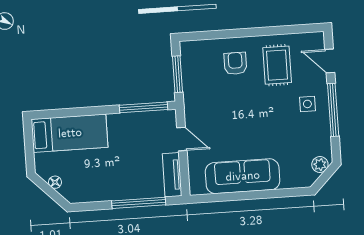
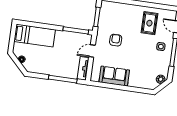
armchair: (235, 63) -> (116, 40), moved
door: (182, 139) -> (92, 51), swing flipped
sofa: (243, 176) -> (114, 76), width x0.73

